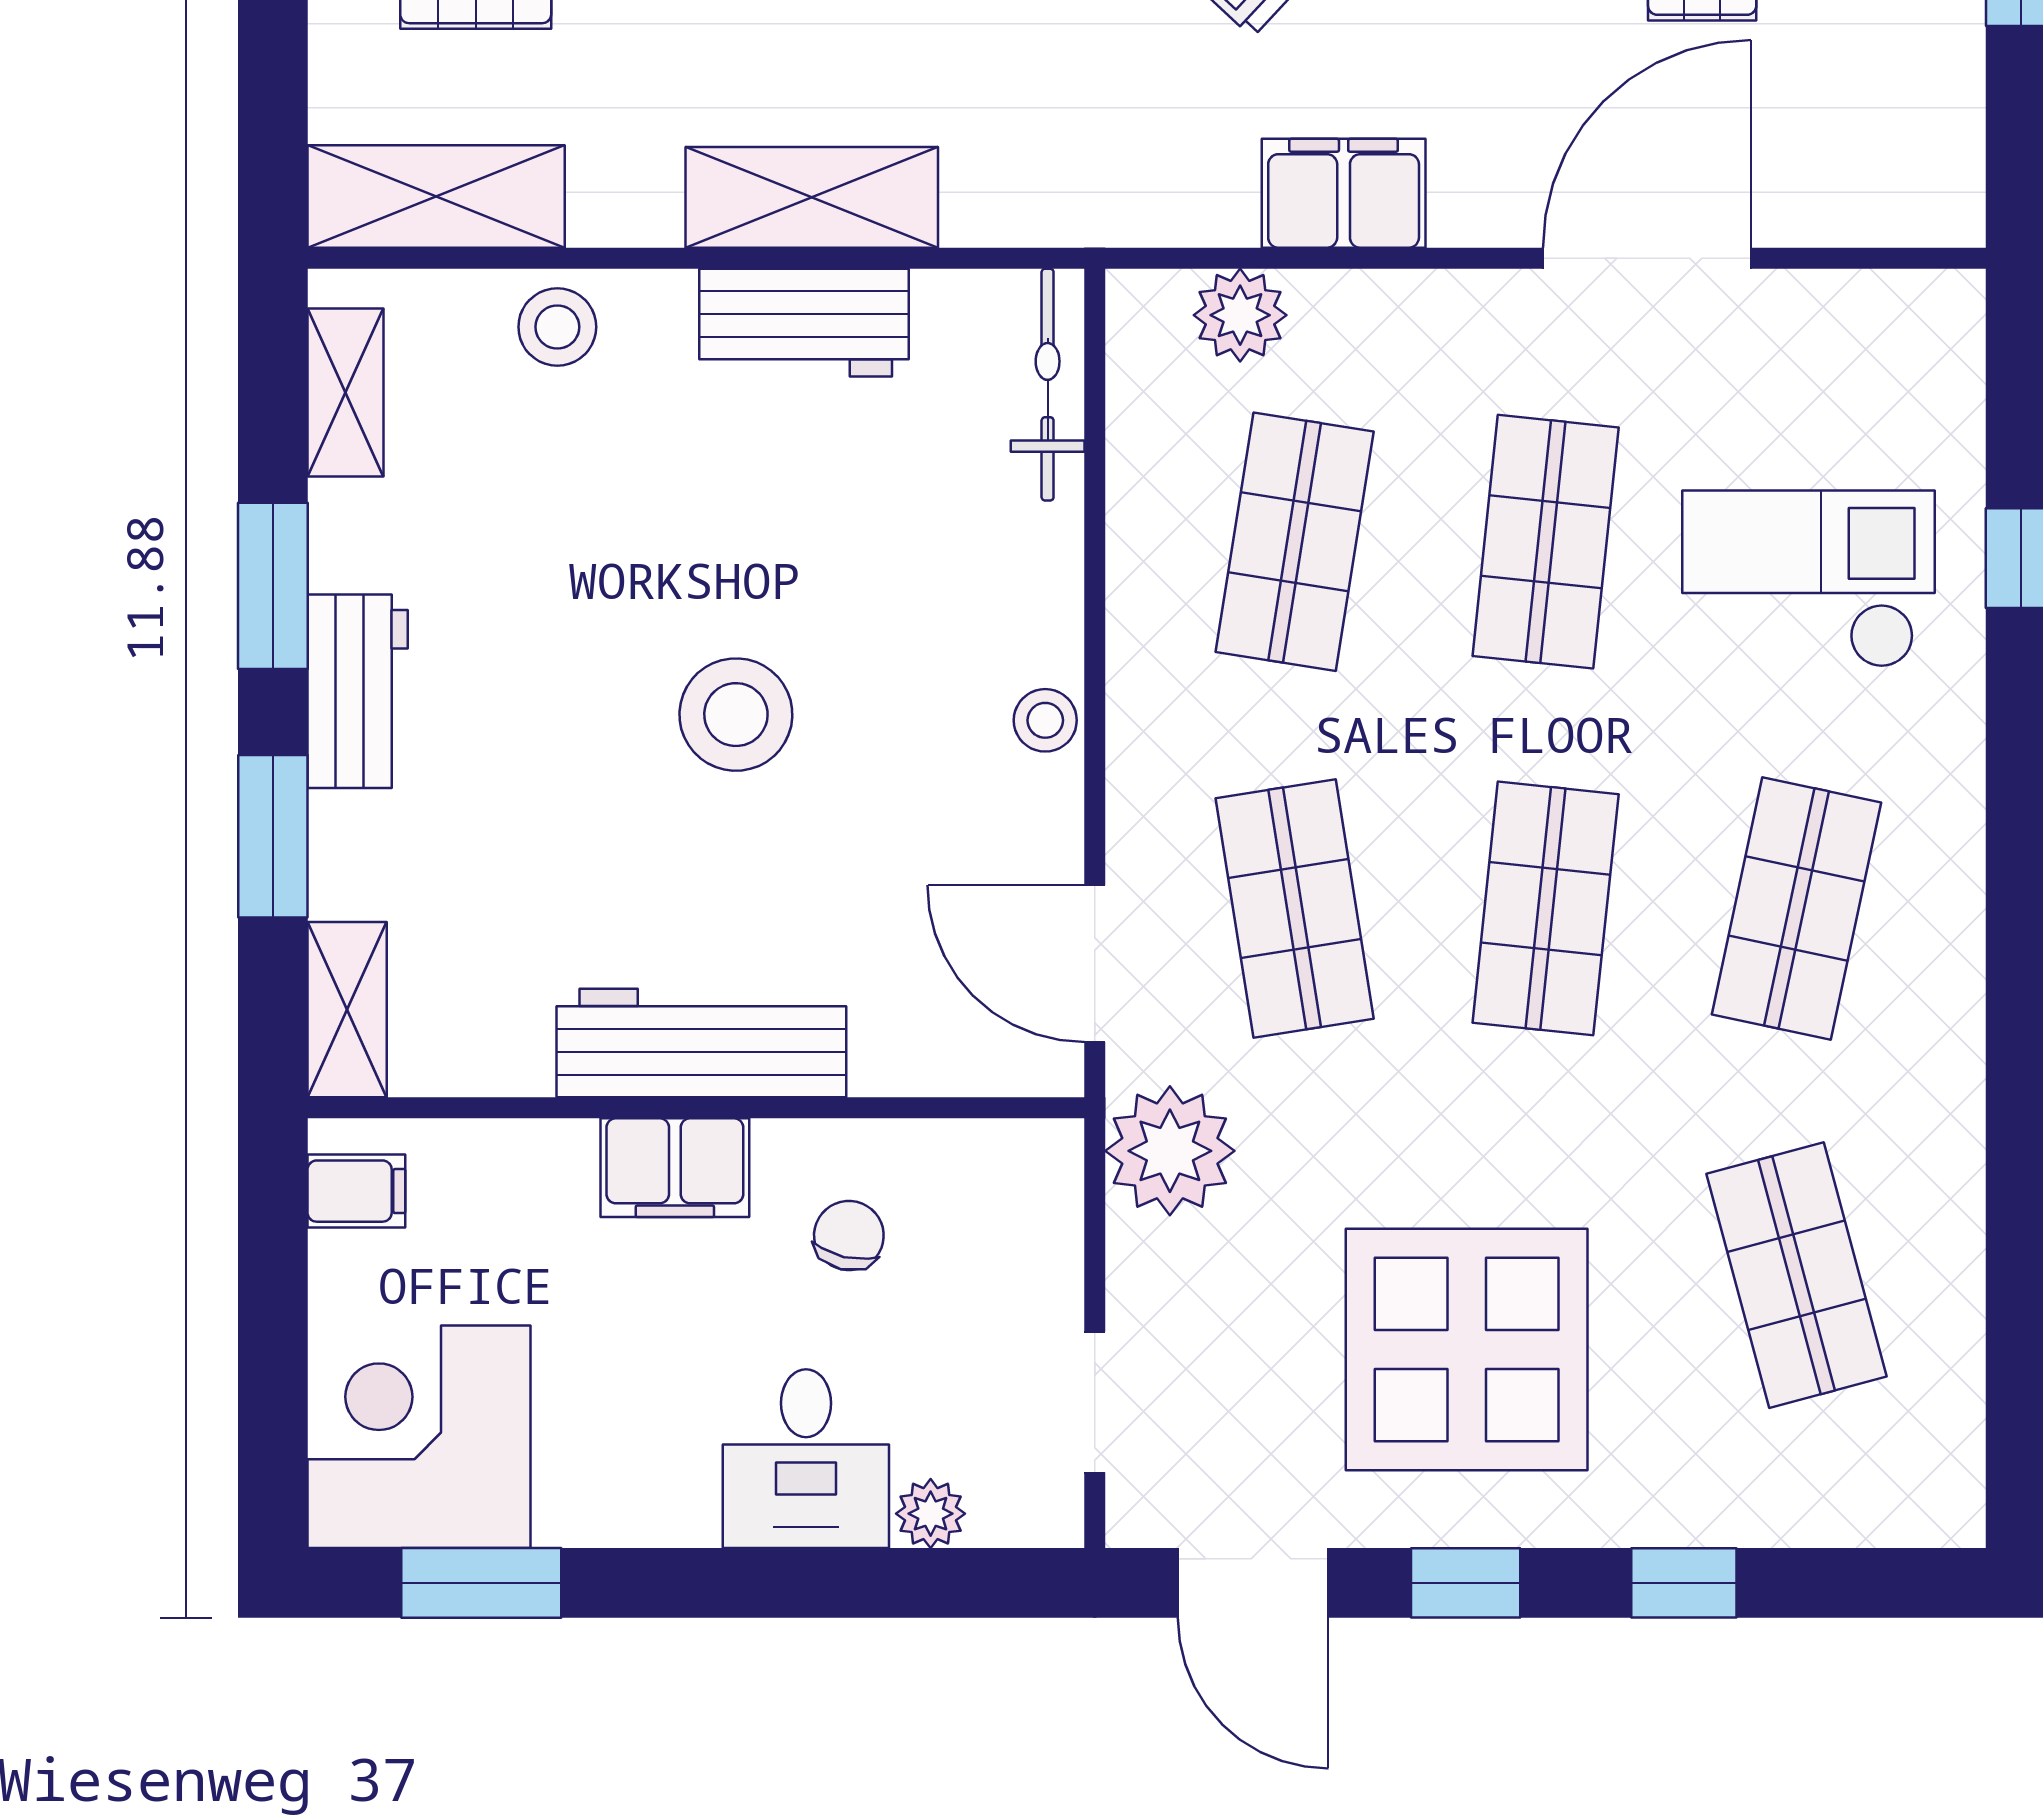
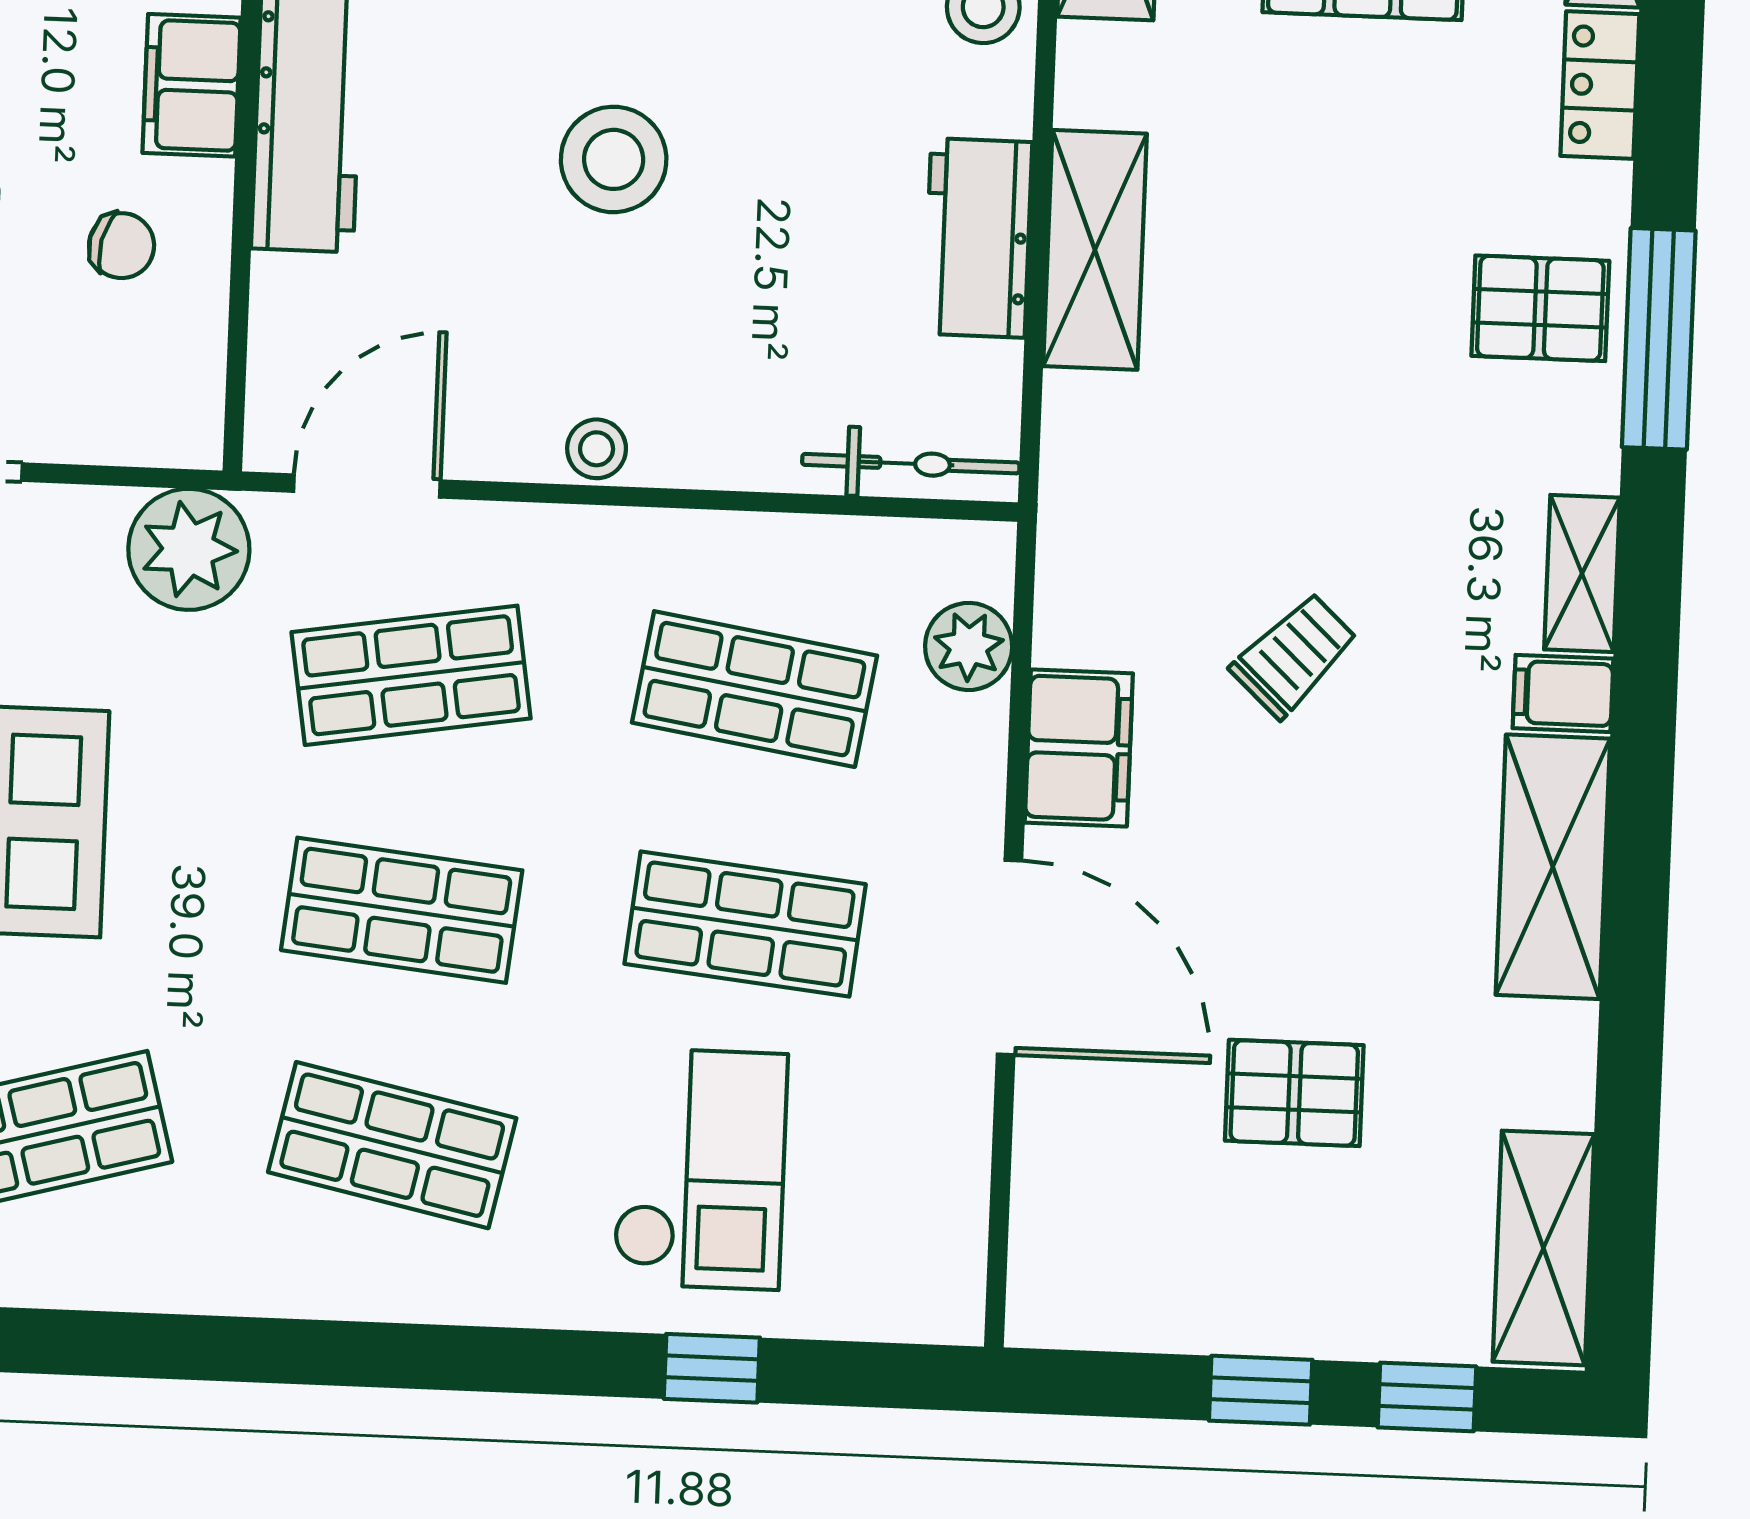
door: (1647, 258) -> (1009, 958), moved

